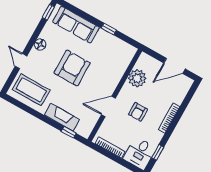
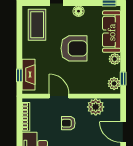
window: (109, 29) -> (123, 79), moved
plant: (103, 36) -> (115, 59), added
plant: (125, 49) -> (114, 84), added
fireplace: (62, 117) -> (29, 75), moved

